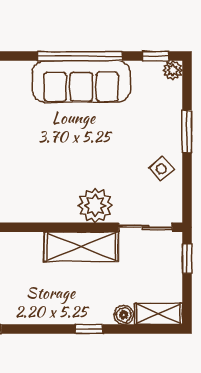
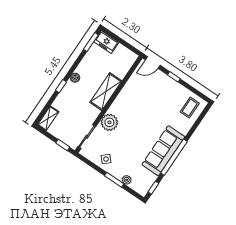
plant: (173, 70) -> (127, 180), moved
shelving: (81, 247) -> (106, 92), moved
boiler: (124, 315) -> (75, 78), moved

